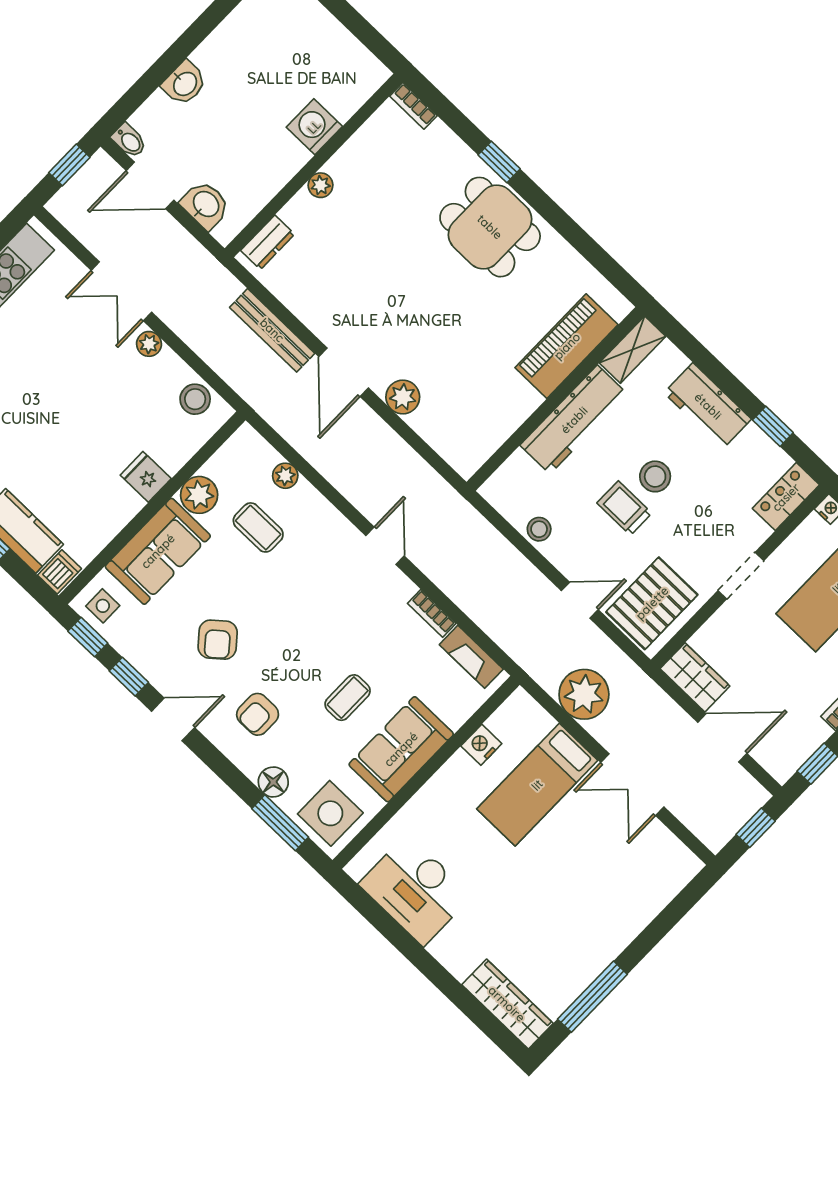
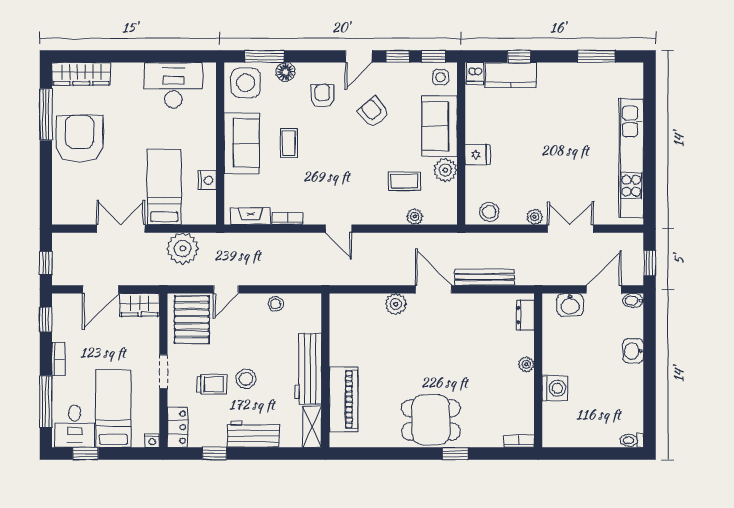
trolley: (624, 508) -> (212, 384), moved
armchair: (581, 932) -> (79, 138), added

